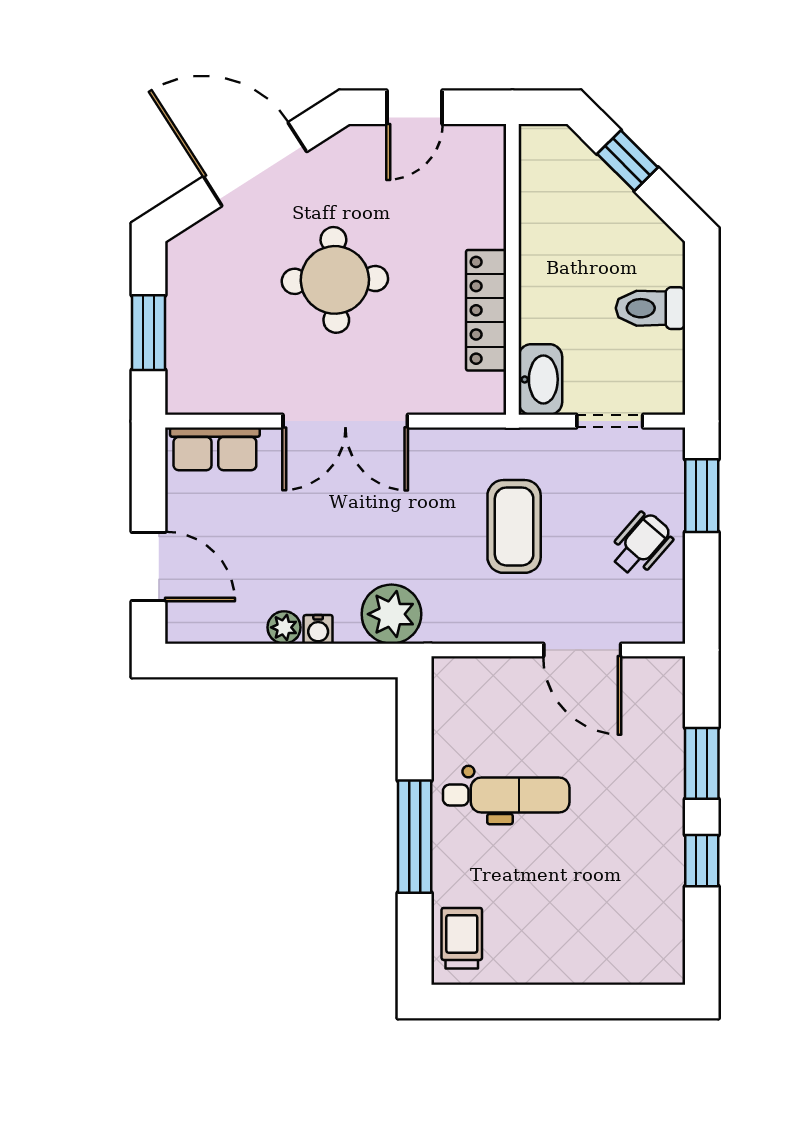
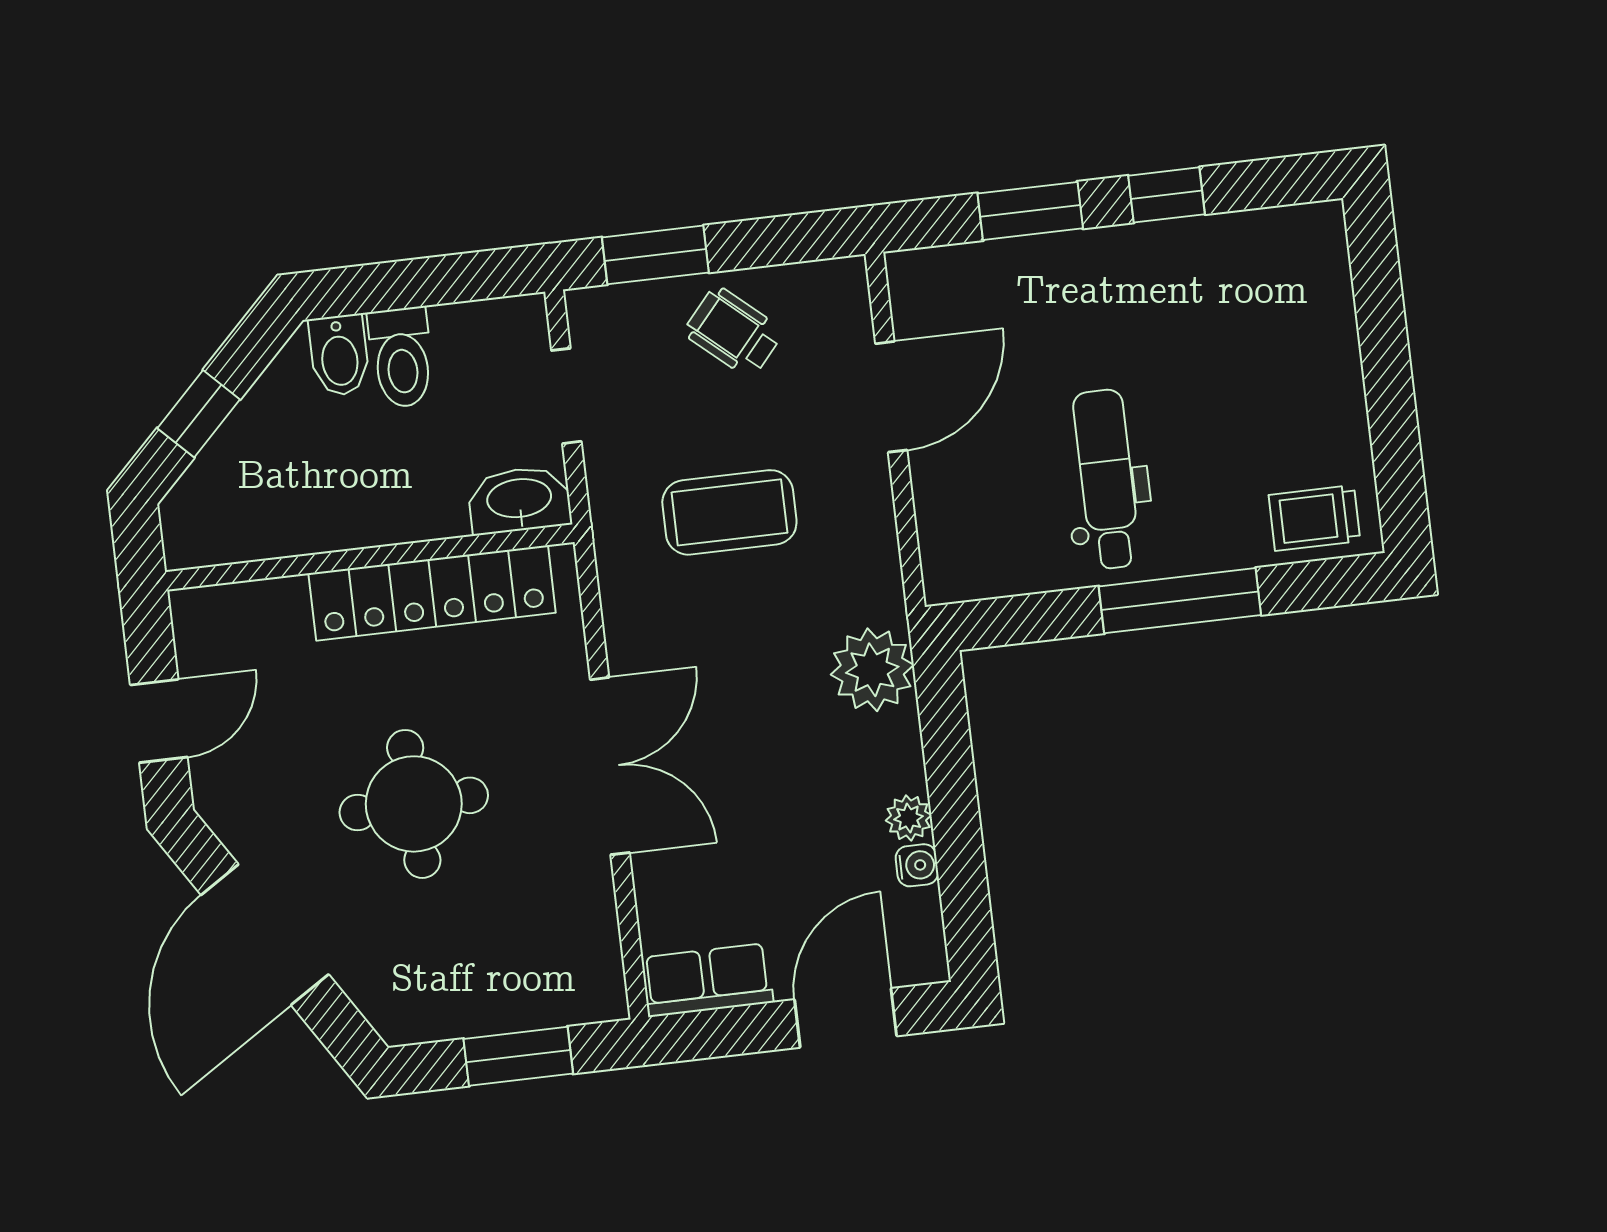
door: (414, 107) -> (159, 721), hinge flipped
bidet: (657, 265) -> (339, 355), added
locker: (486, 310) -> (432, 593), width x1.41, depth x1.21
row of seats: (215, 449) -> (707, 980), moved, turned -90
water cooler: (318, 629) -> (917, 865), moved

